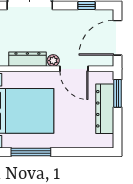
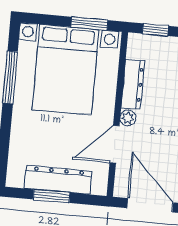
window: (117, 93) -> (51, 196), moved

